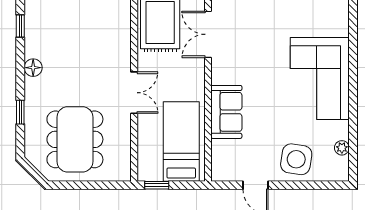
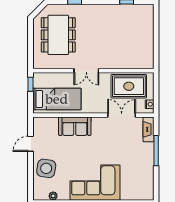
floor lamp: (33, 68) -> (101, 10), removed
dining table: (75, 139) -> (58, 35), turned 90

